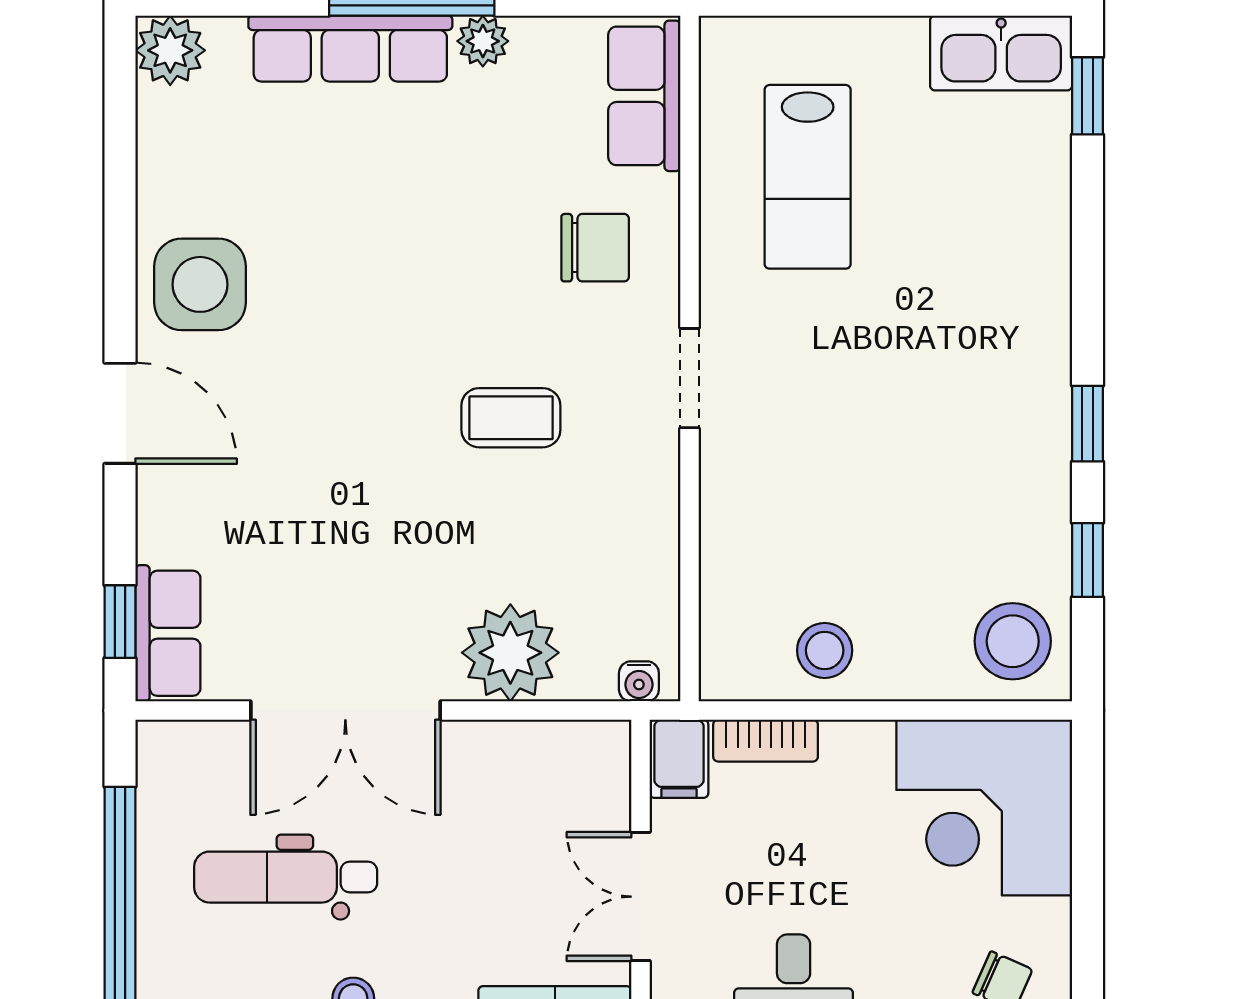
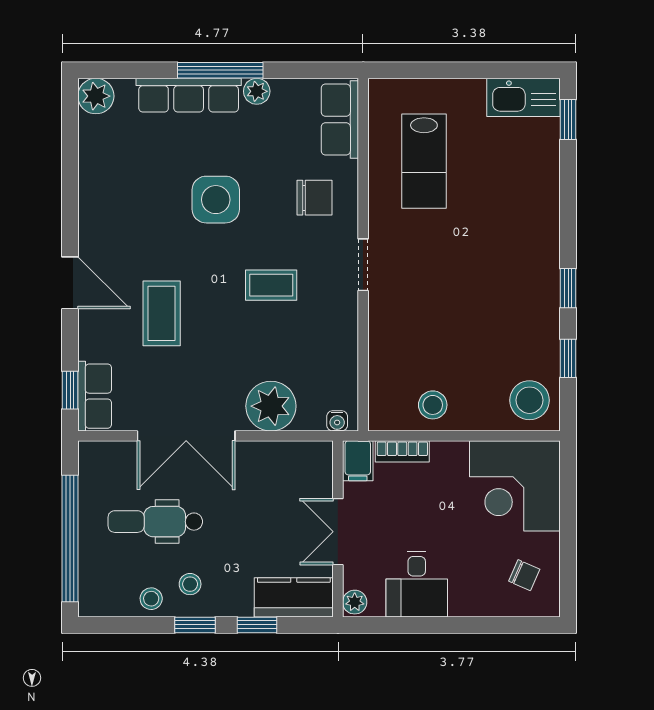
side table: (200, 284) -> (216, 200), moved
coffee table: (298, 473) -> (162, 313), added

